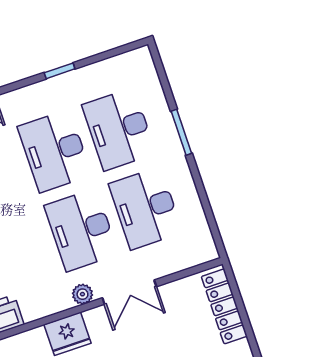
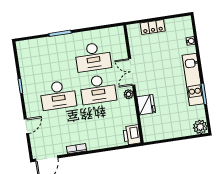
desk: (119, 129) -> (53, 63), removed
double door: (129, 292) -> (132, 72), swing flipped
locker: (224, 306) -> (153, 27), width x0.66

